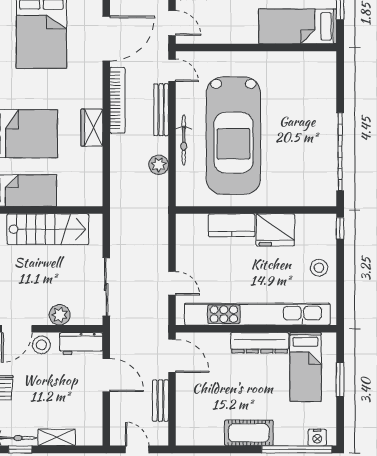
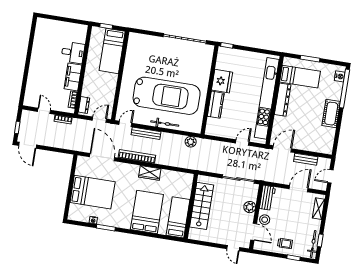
plant: (159, 165) -> (191, 142), moved
stool: (319, 268) -> (247, 61), removed
door: (106, 375) -> (299, 189), moved
shelving: (57, 437) -> (318, 209), moved

